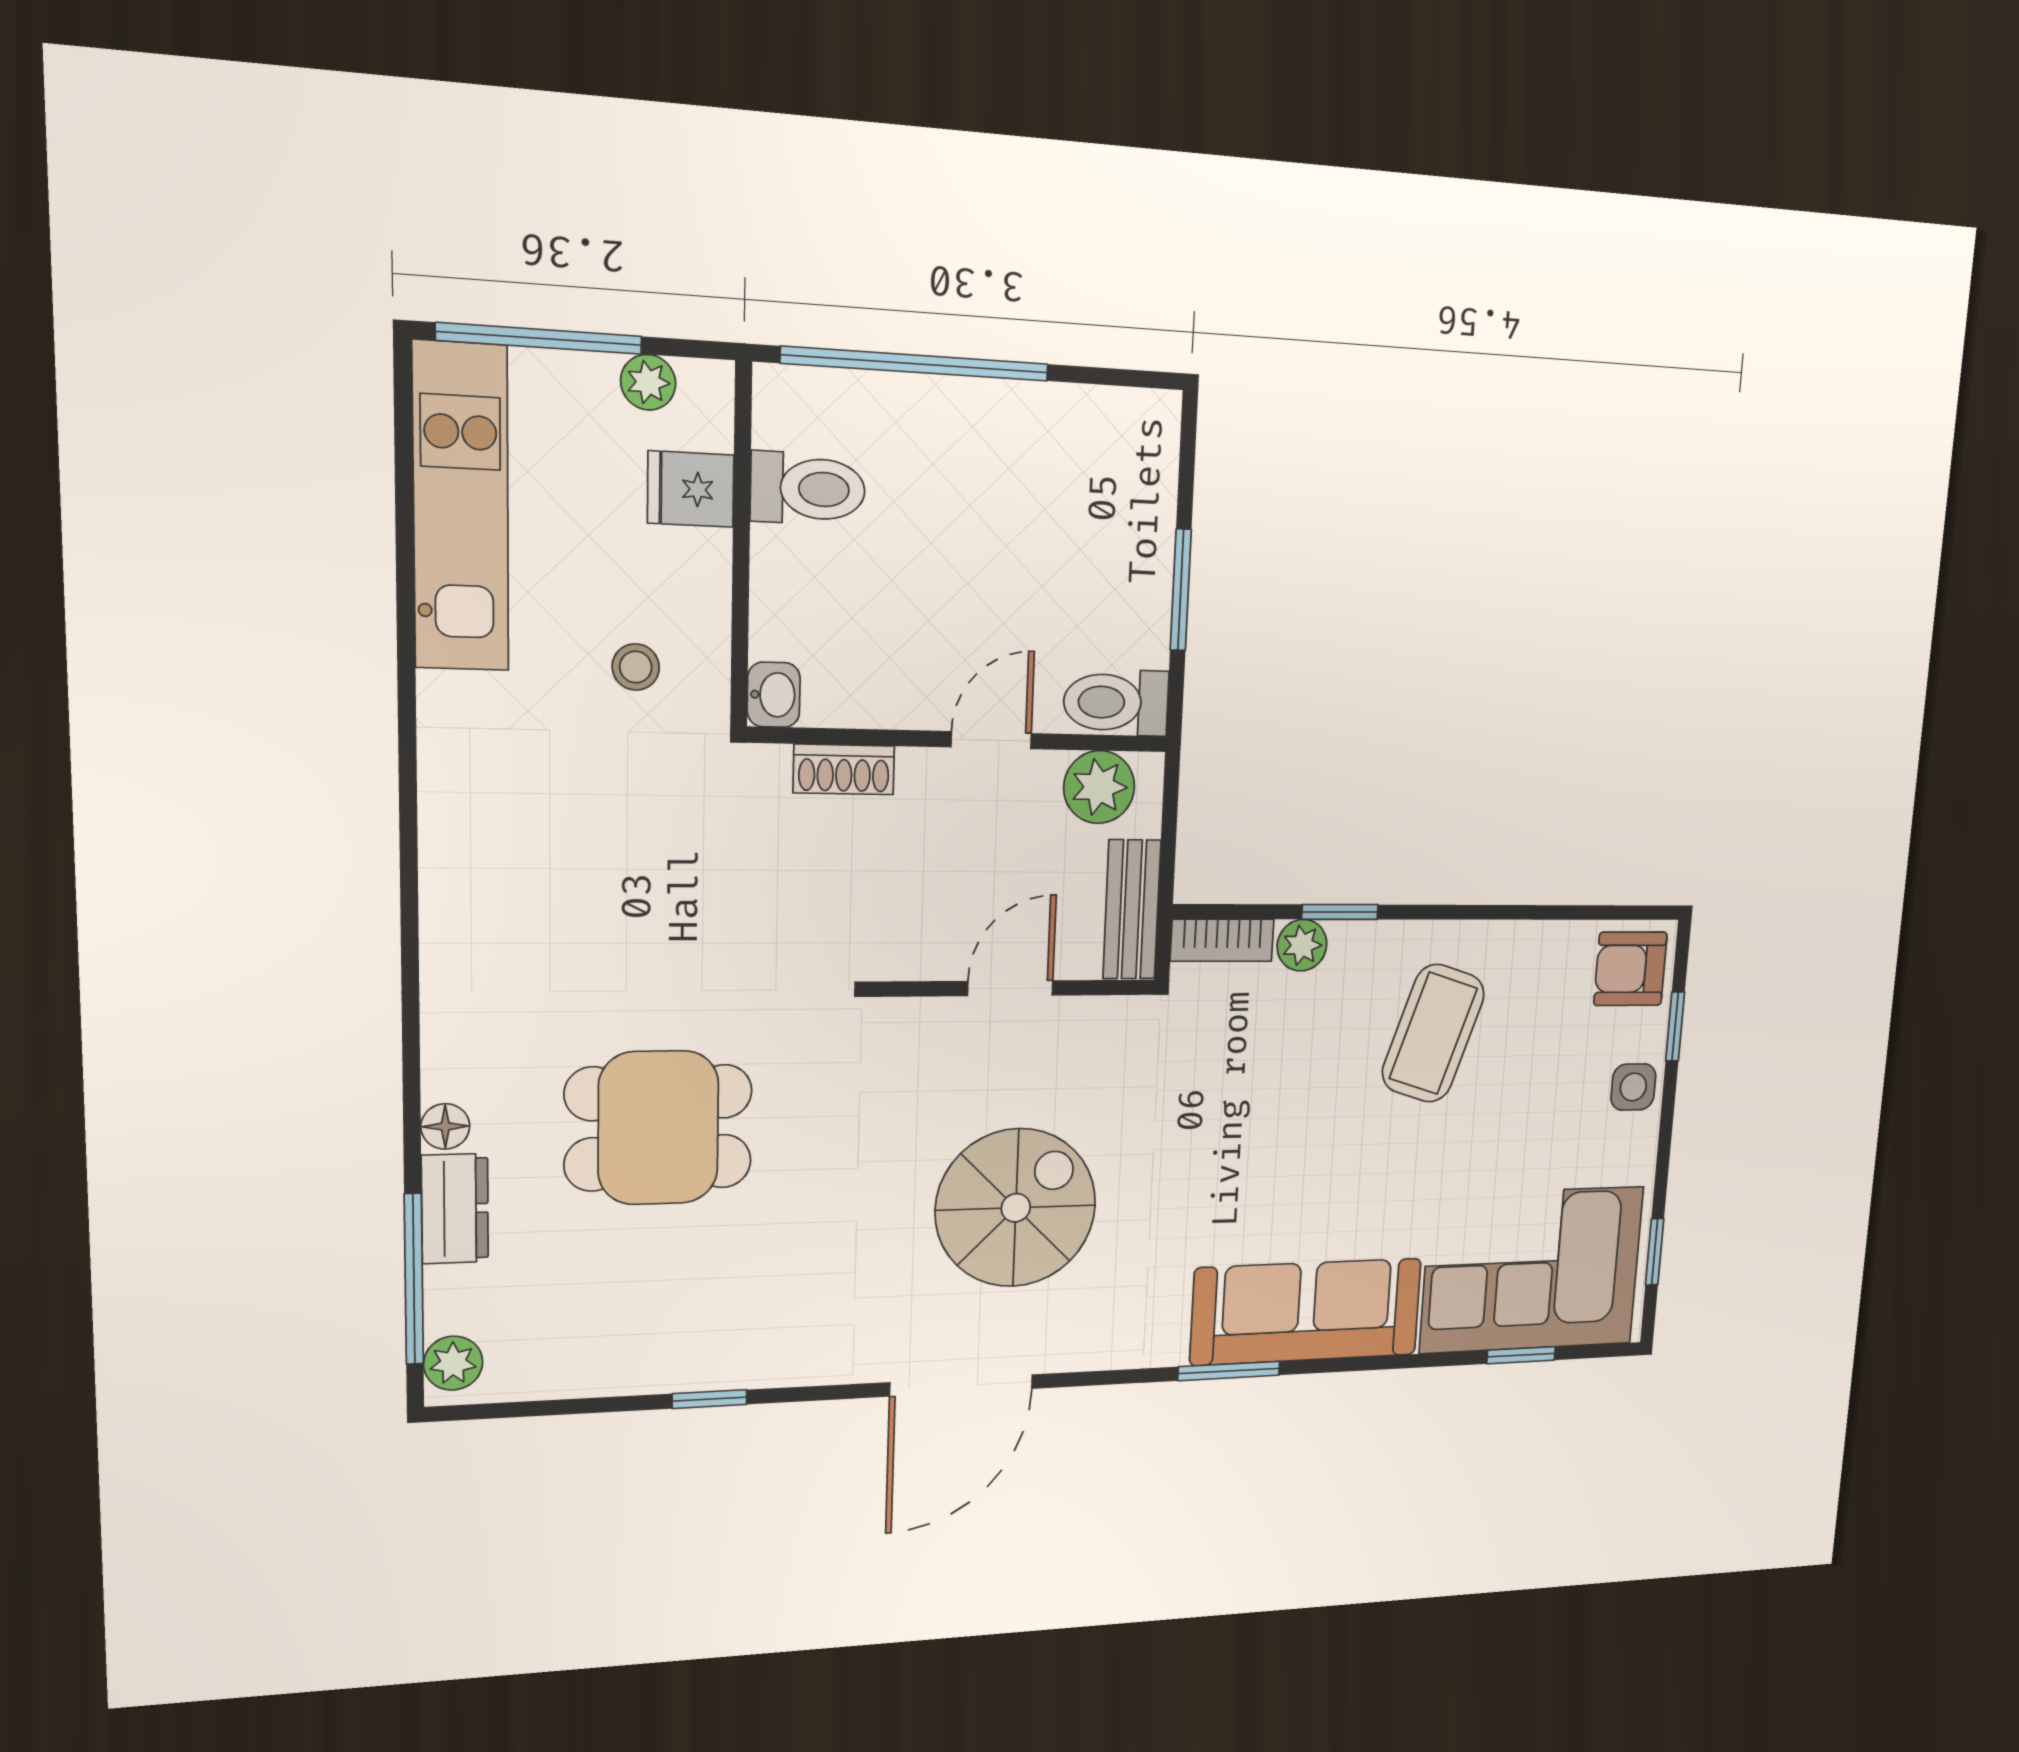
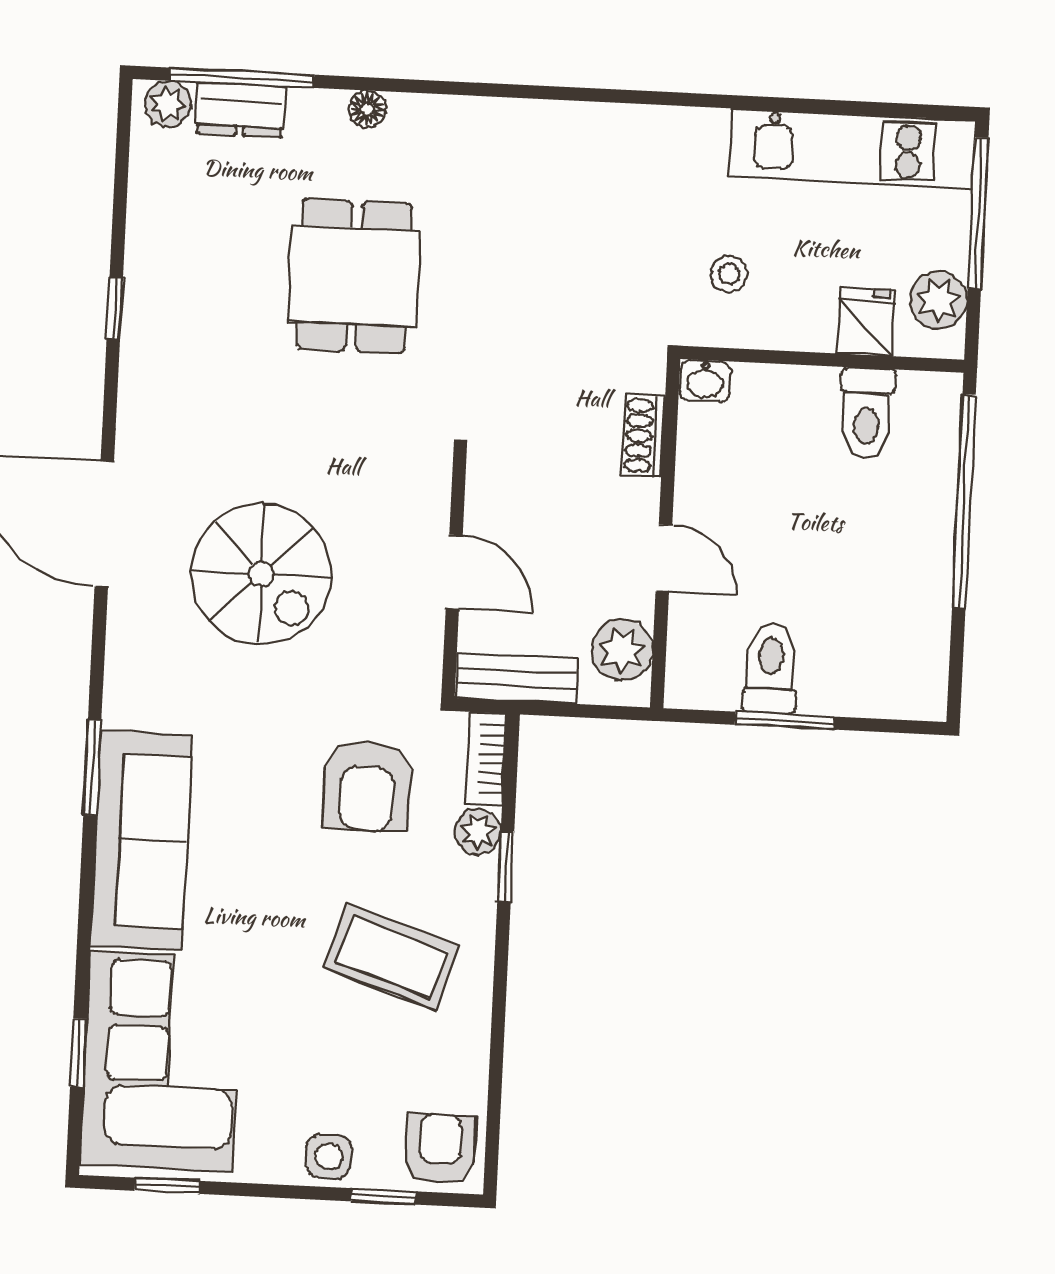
plant: (648, 382) -> (939, 300), width x1.38, depth x1.38
toilet: (1116, 702) -> (771, 669), moved
armchair: (1251, 1072) -> (367, 786), added
dresser: (455, 1209) -> (240, 110), moved

